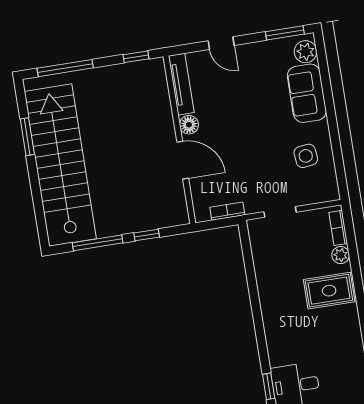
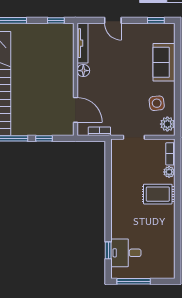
window: (285, 33) -> (156, 20), width x0.67
plant: (306, 52) -> (167, 124), moved
door: (183, 160) -> (75, 110), moved

